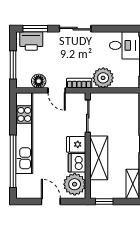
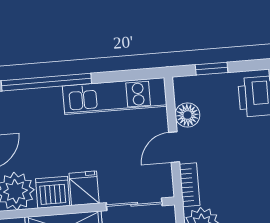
window: (13, 65) -> (212, 69), width x0.67
kitchen unit: (24, 133) -> (115, 96), width x0.73

